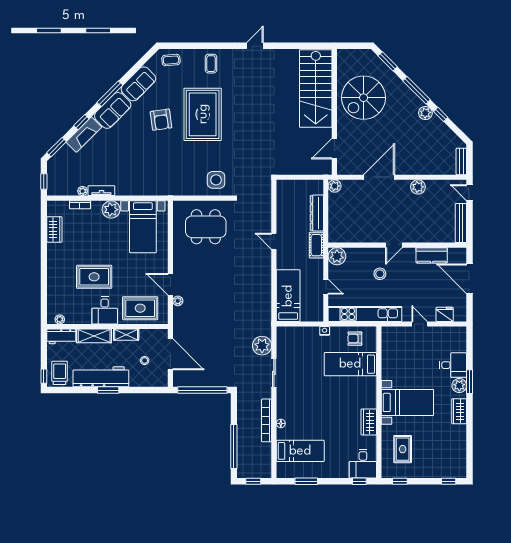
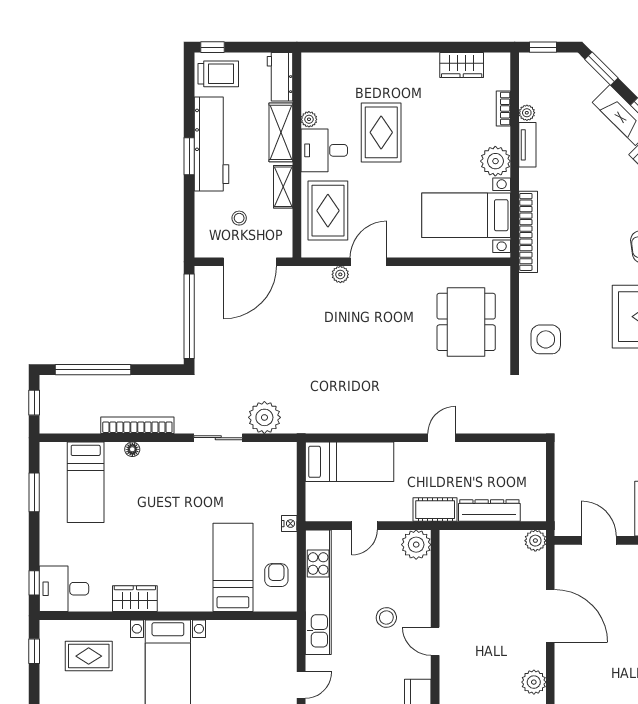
bookcase: (153, 190) -> (528, 232), added
plant: (60, 319) -> (309, 119), moved

